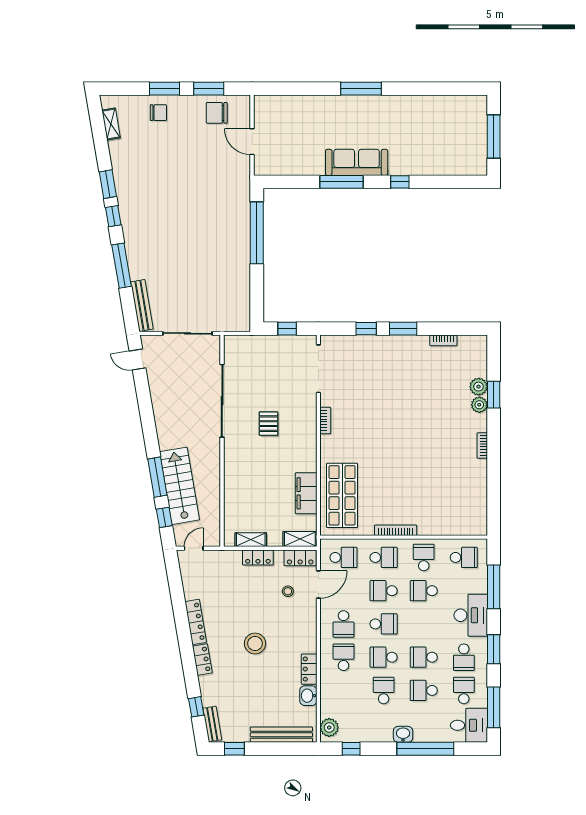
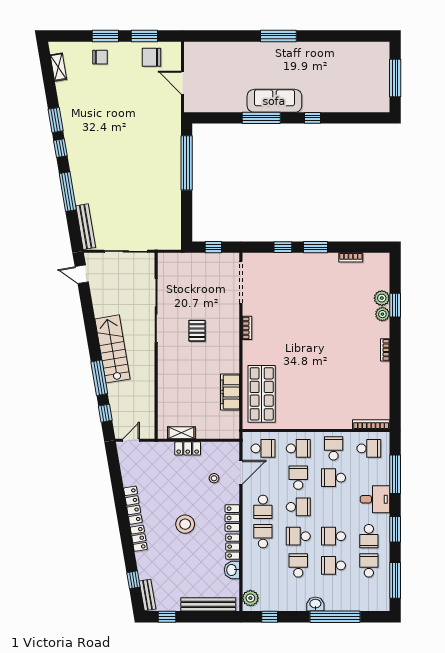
stairs: (179, 486) -> (112, 349), moved
bookcase: (396, 530) -> (371, 424), moved
shelving: (300, 539) -> (225, 432), removed
locker: (300, 558) -> (232, 518), moved, turned 90
school desk: (384, 591) -> (298, 478), turned 90
desk: (471, 615) -> (375, 499), width x0.73
desk: (469, 725) -> (373, 596), removed

